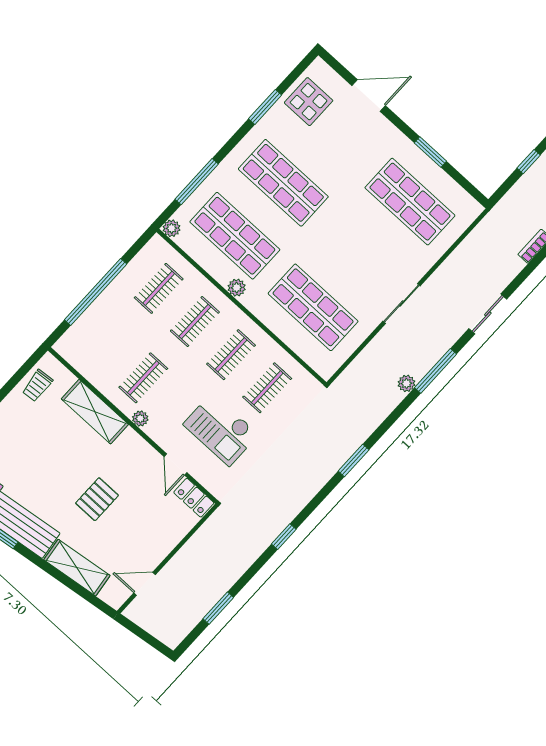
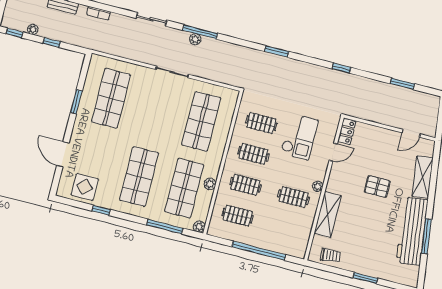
window: (265, 107) -> (101, 210), width x0.67
plant: (237, 288) -> (210, 184), moved
plant: (406, 383) -> (195, 39), moved
door: (145, 584) -> (411, 133), hinge flipped

